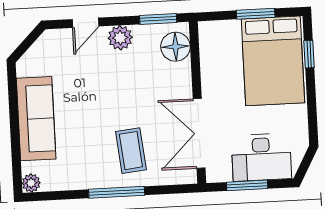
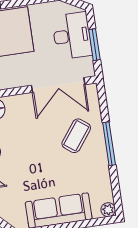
coffee table: (131, 151) -> (76, 136), turned -47

